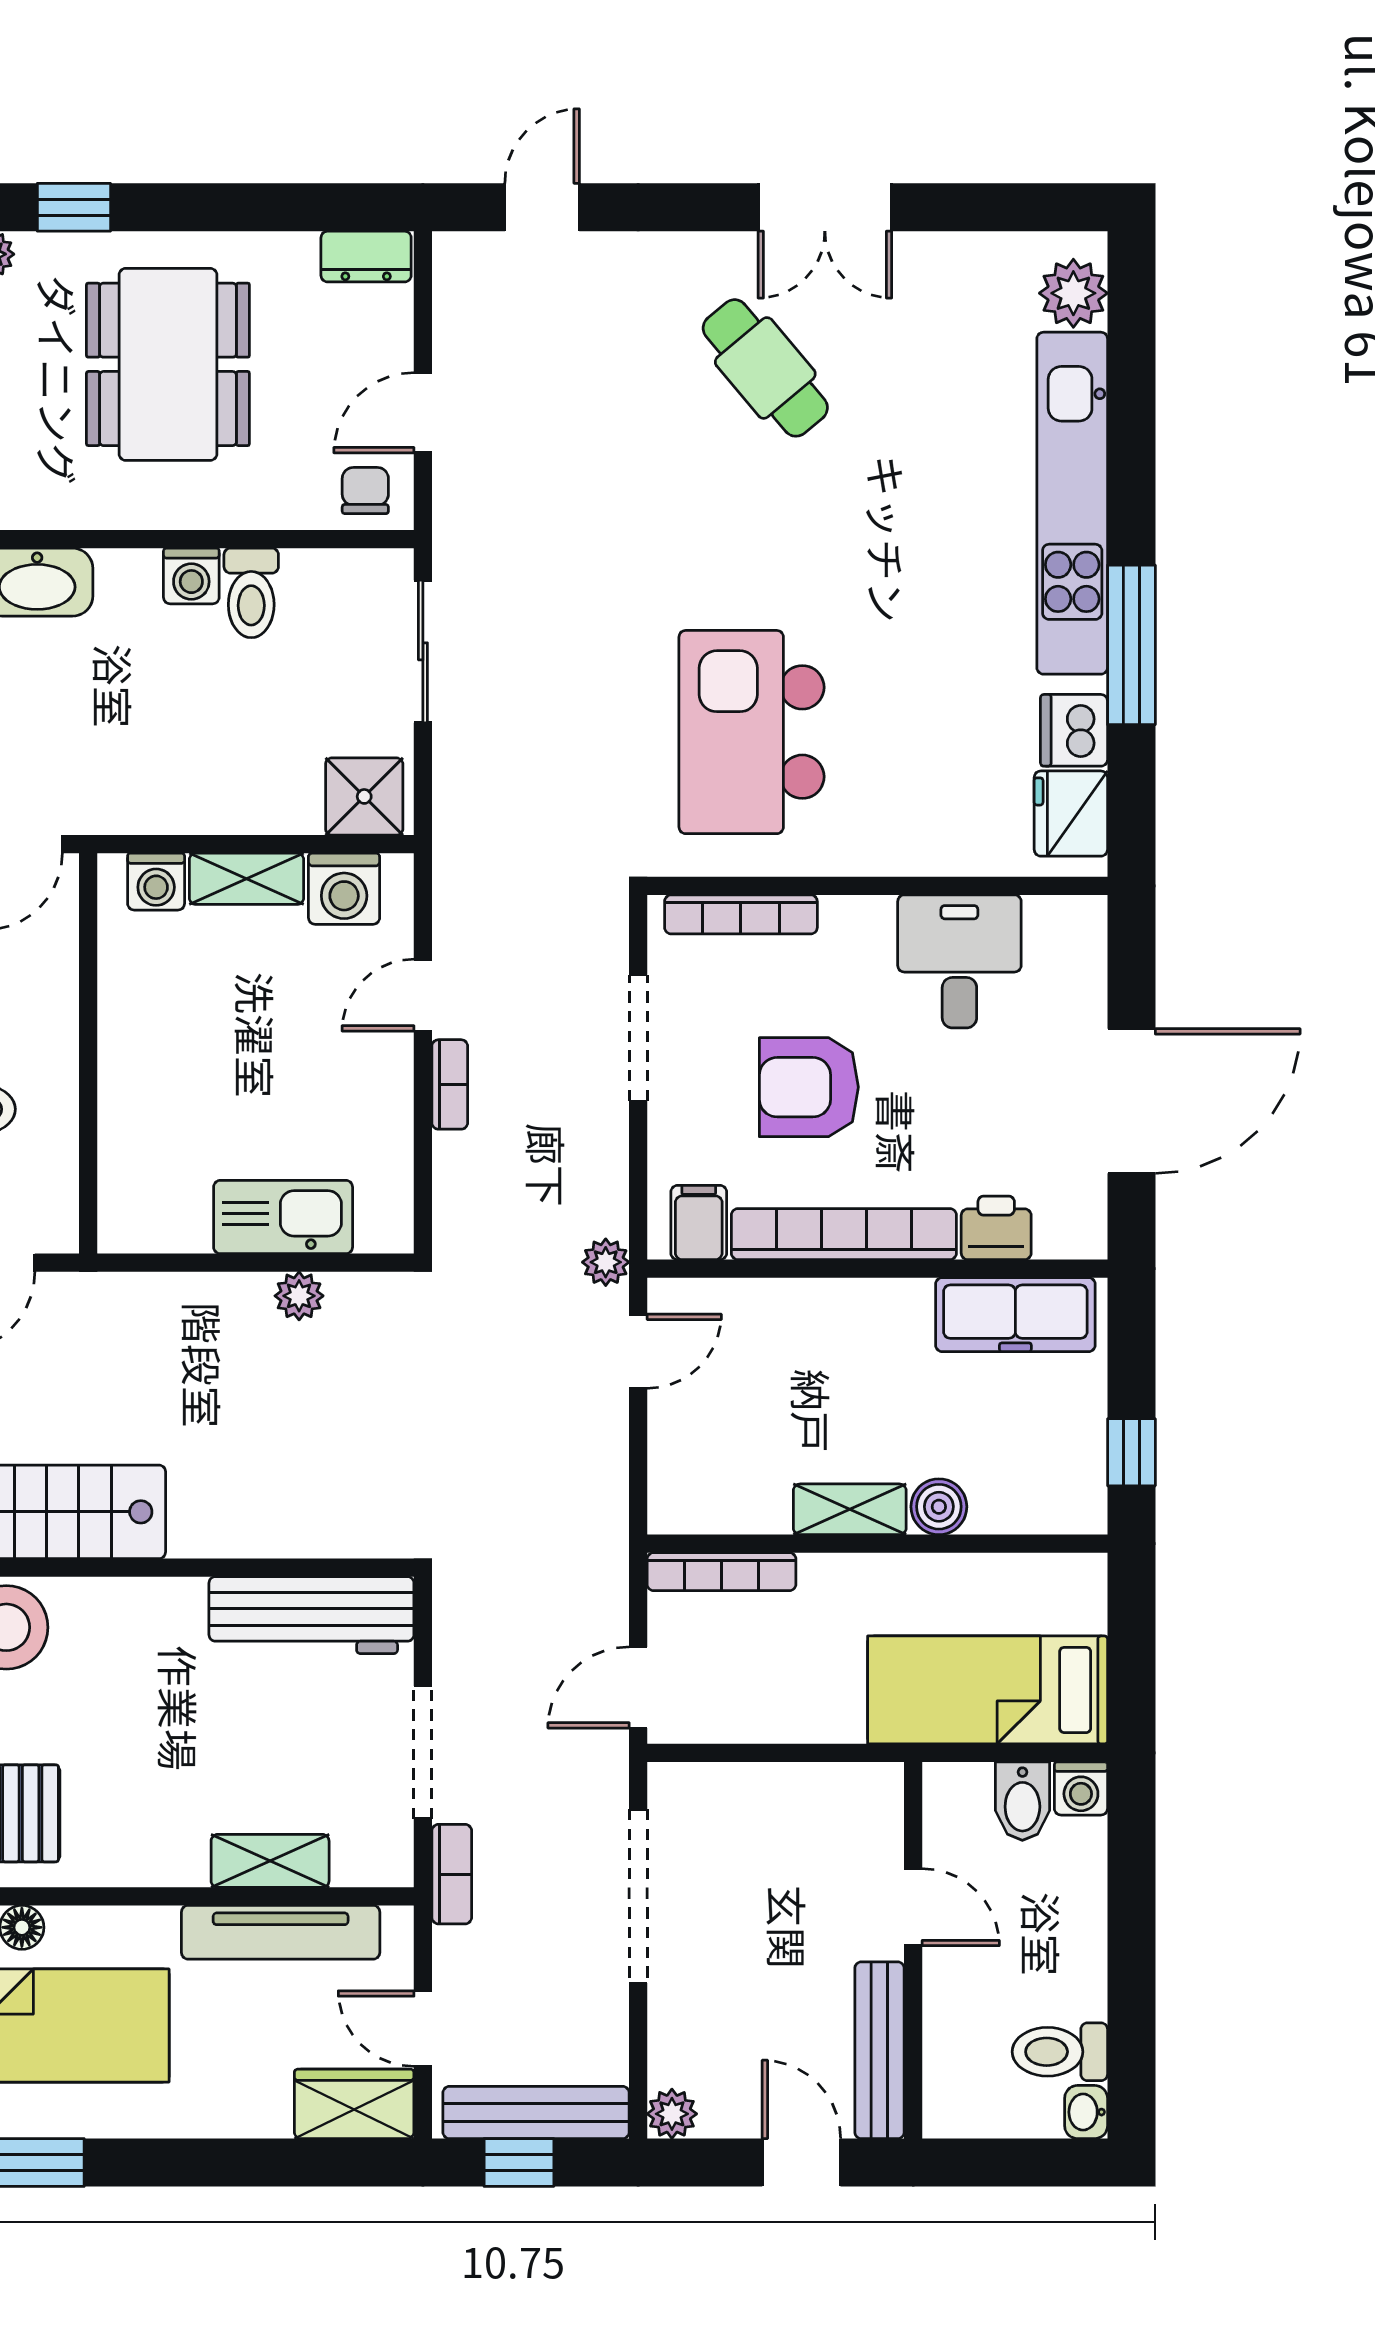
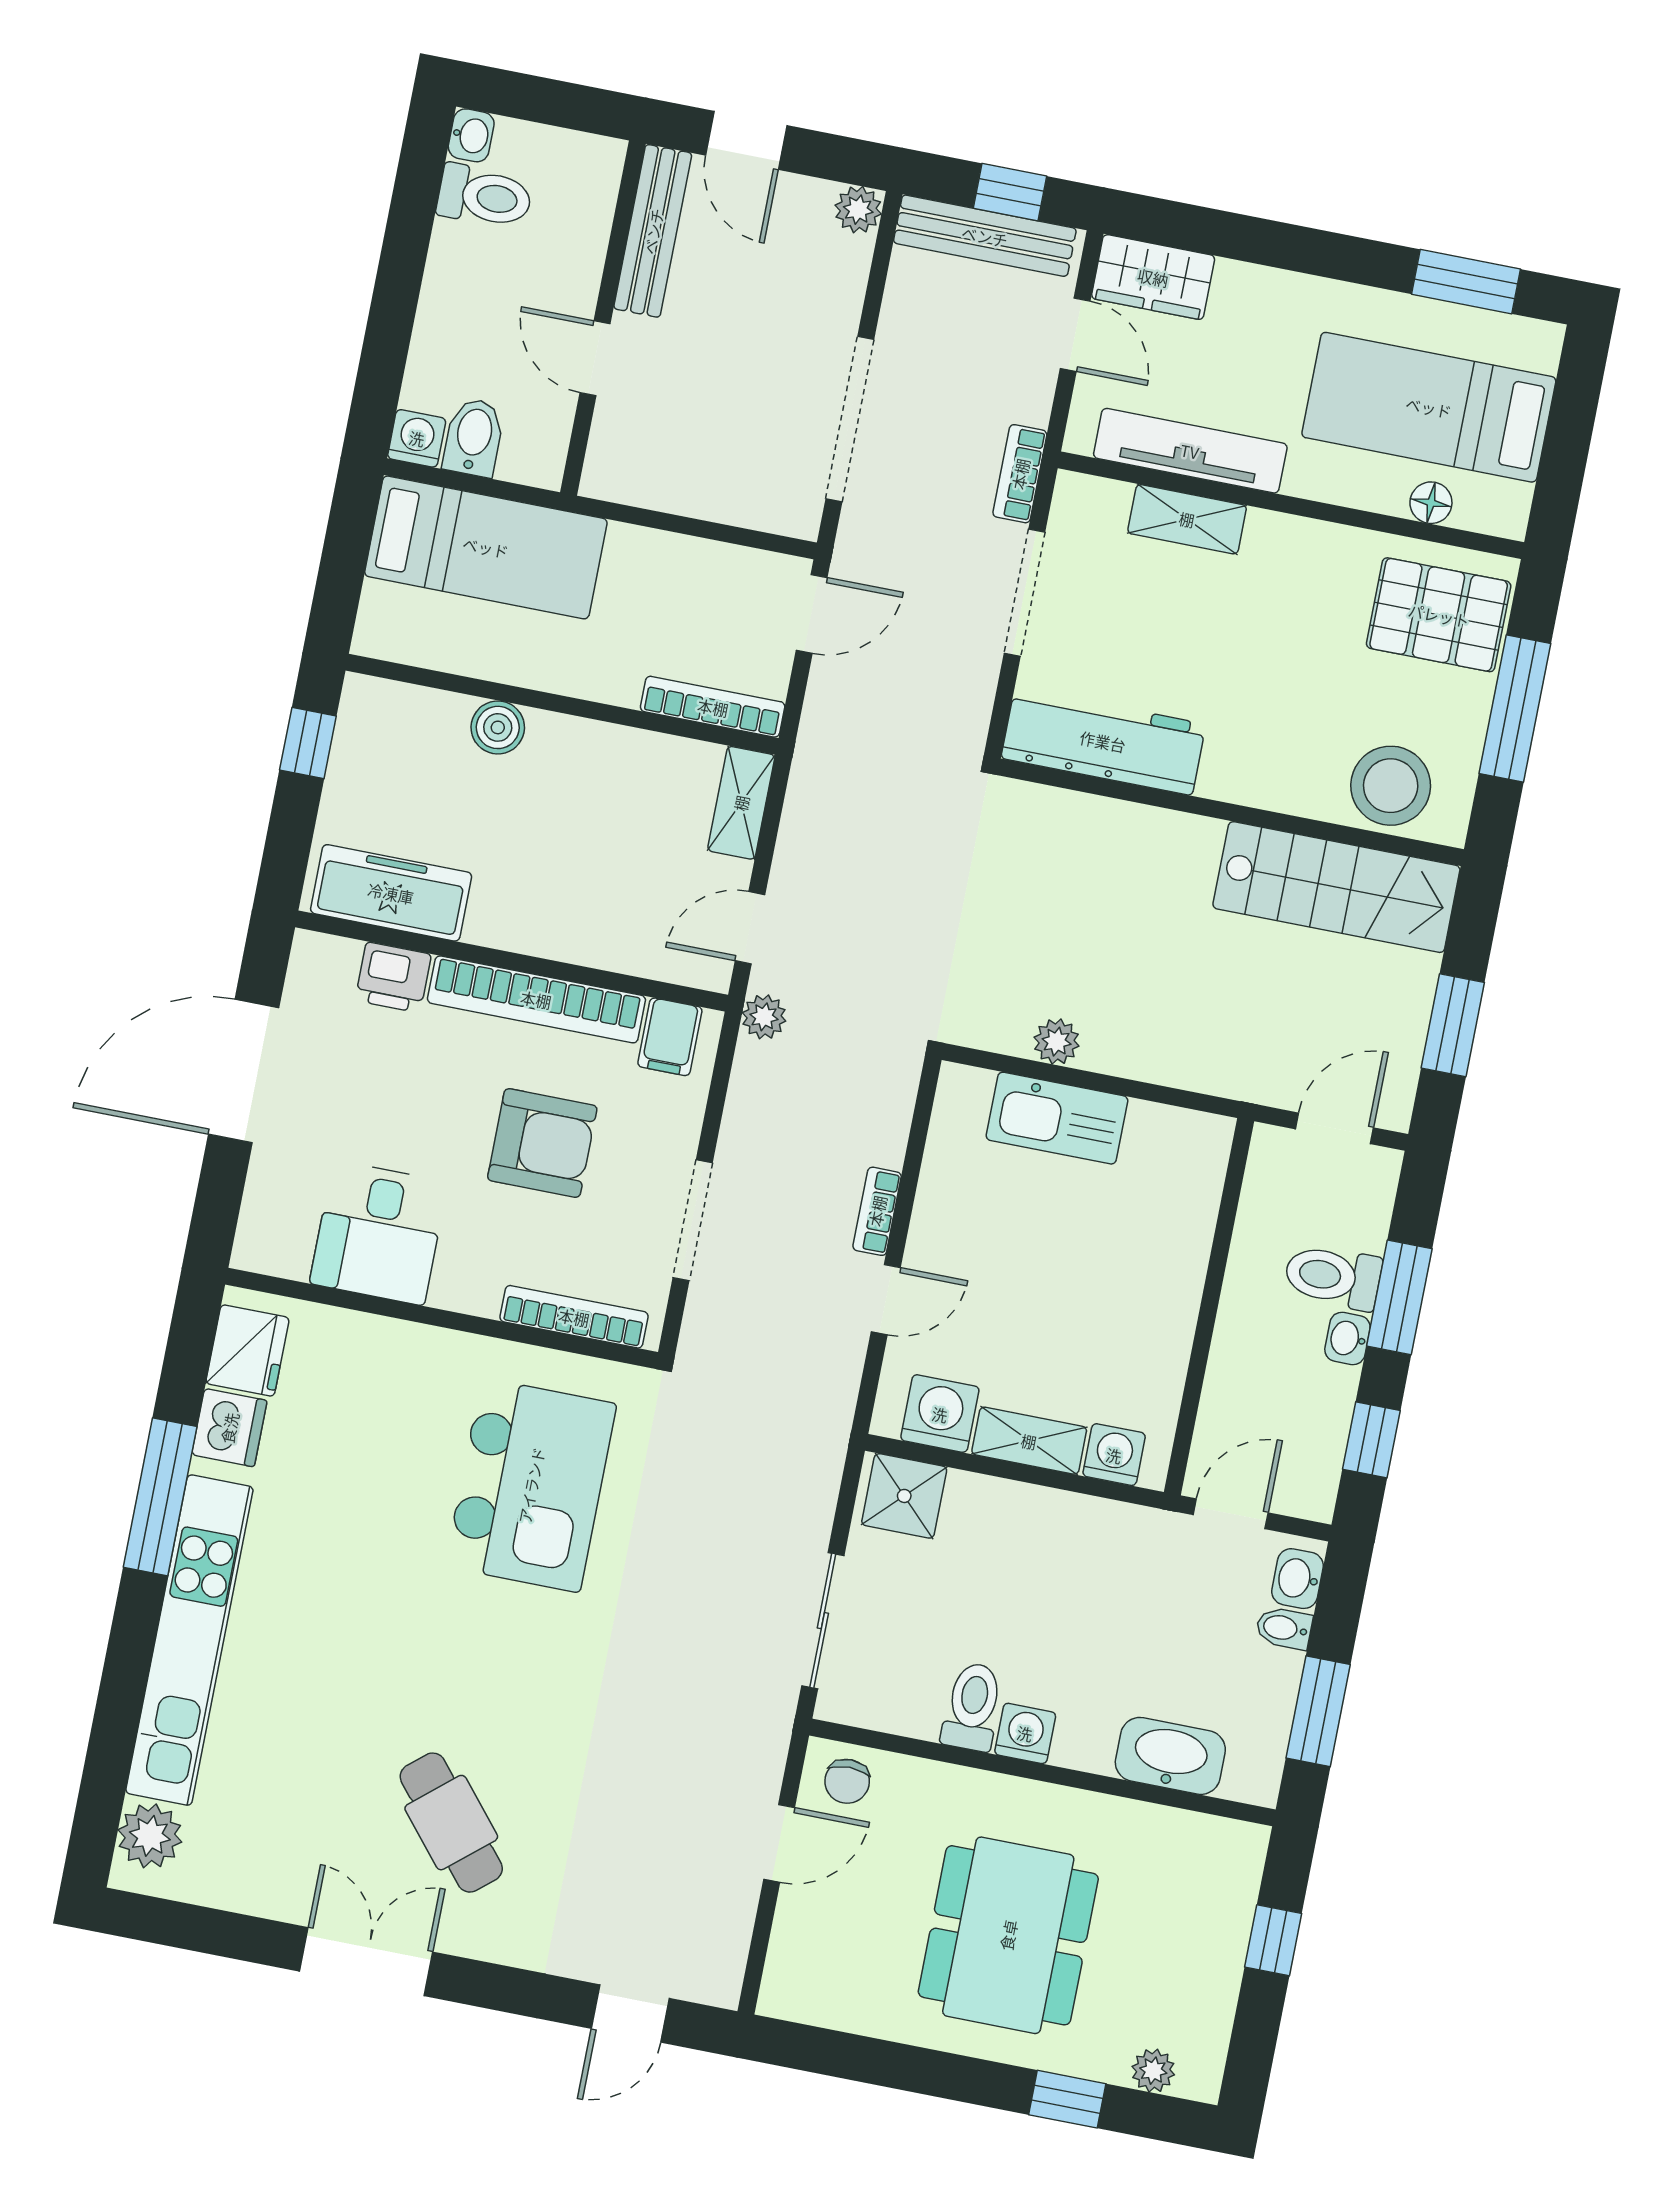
dresser: (366, 257) -> (804, 2000), removed
shelving: (850, 1509) -> (741, 803), moved, turned 90

